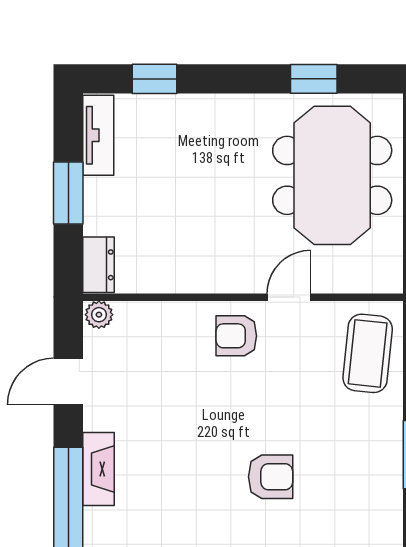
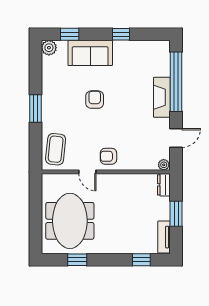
door: (289, 297) -> (87, 172), hinge flipped
armchair: (236, 336) -> (108, 156), turned 180
fireplace: (98, 469) -> (162, 97), width x1.37, depth x1.32
armchair: (271, 477) -> (95, 100), turned 90

